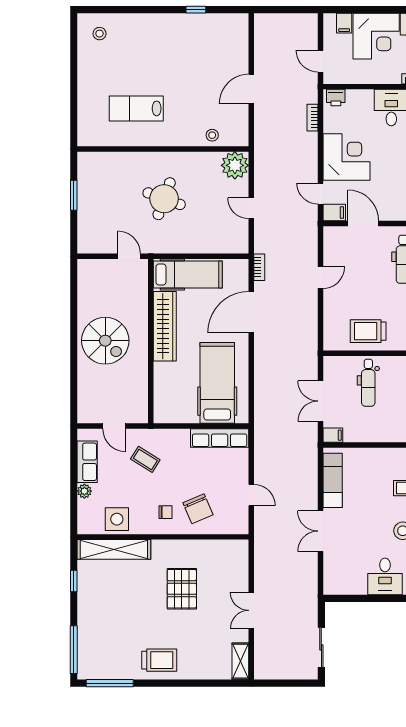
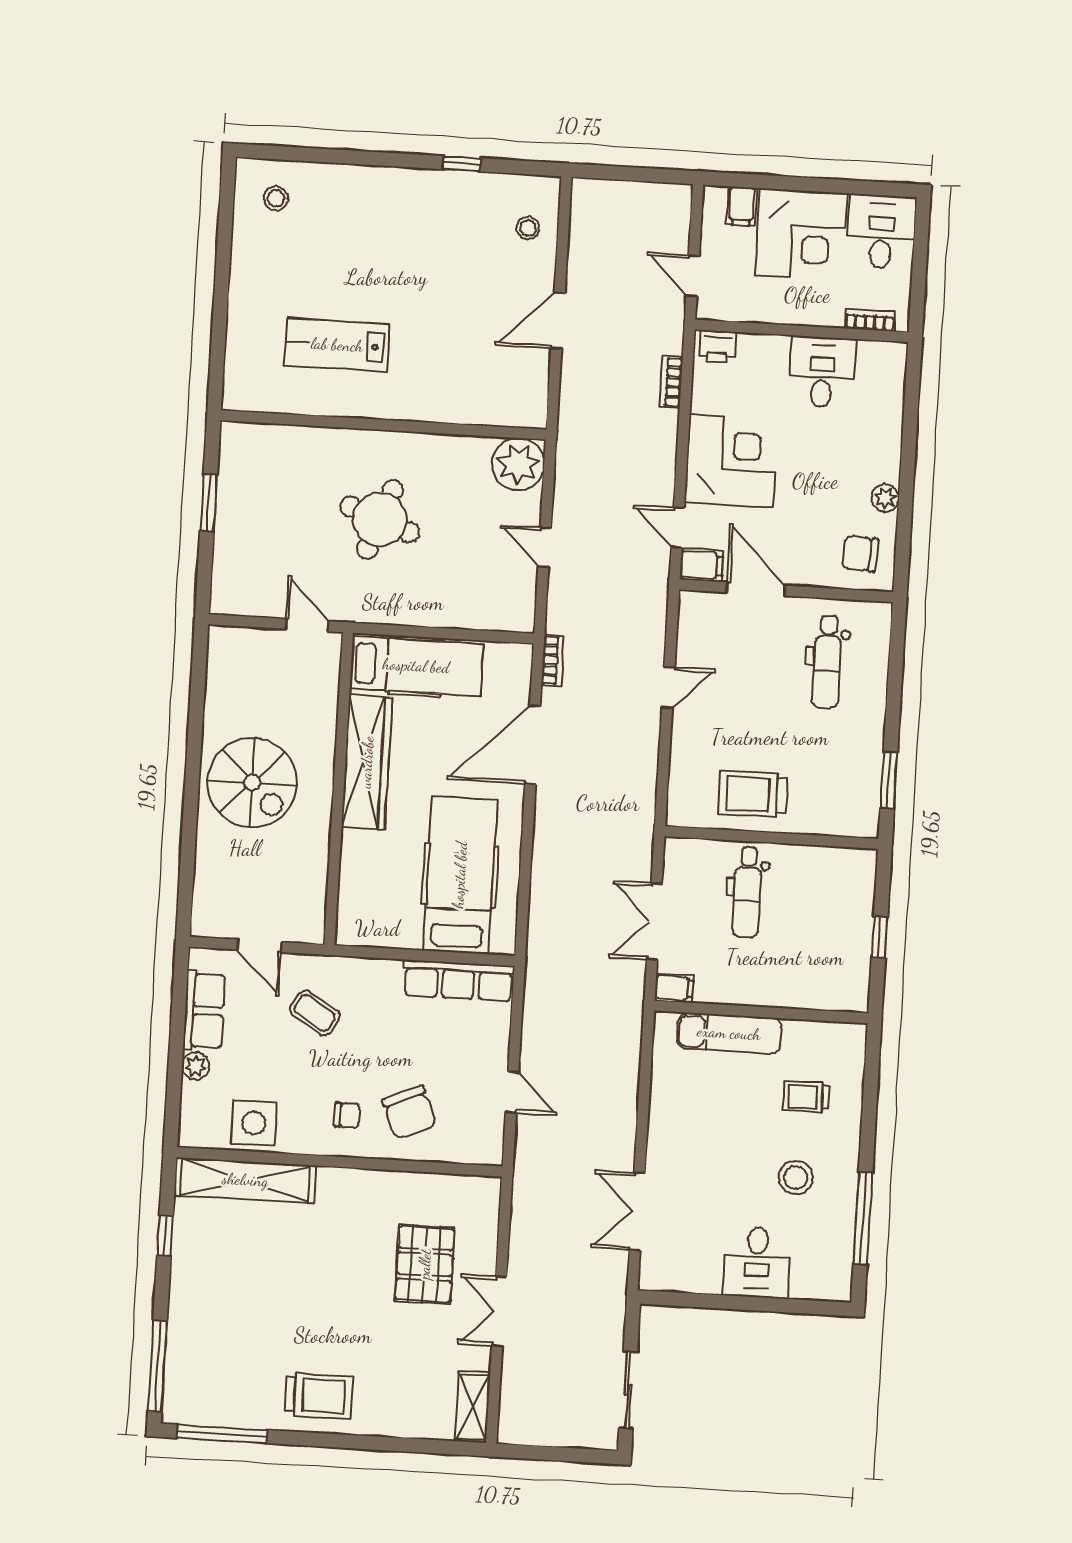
stool: (212, 135) -> (528, 228), moved
exam couch: (333, 480) -> (729, 1033), moved, turned 90
double door: (321, 531) -> (637, 1212), moved
pallet: (182, 589) -> (425, 1264), moved

